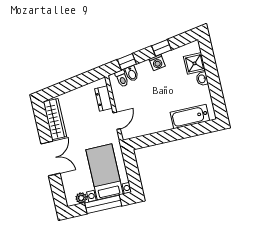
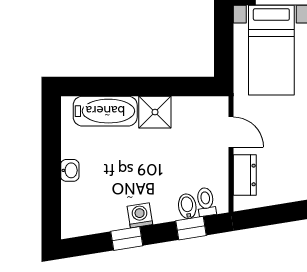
shower: (194, 63) -> (155, 112), moved
door: (117, 121) -> (231, 132), swing flipped

